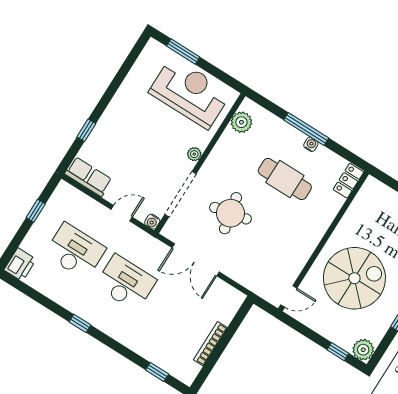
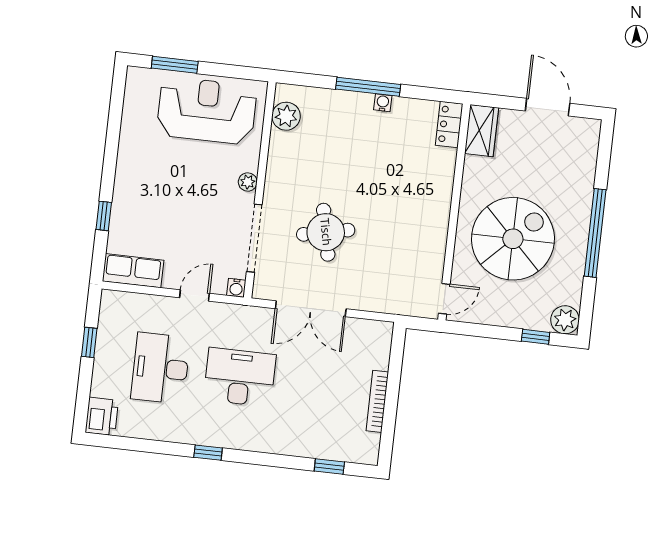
cafe table: (285, 179) -> (371, 160), removed
wardrobe: (368, 195) -> (482, 131), added
desk: (75, 251) -> (160, 368), turned -90

